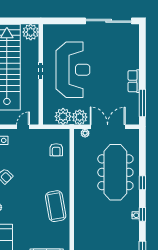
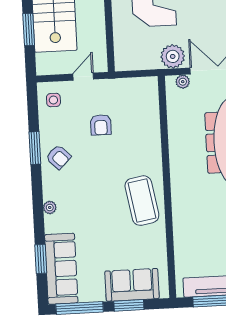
plant: (63, 116) -> (146, 57), removed
armchair: (56, 150) -> (101, 125), moved

